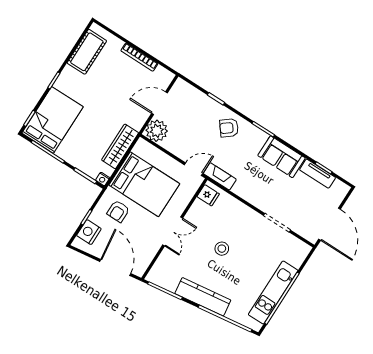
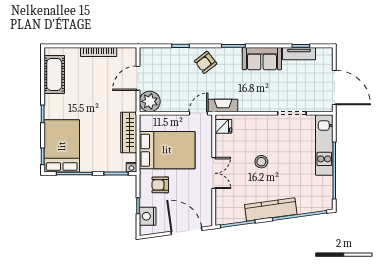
armchair: (118, 211) -> (160, 185), turned 90
kitchen unit: (273, 292) -> (324, 145), moved

